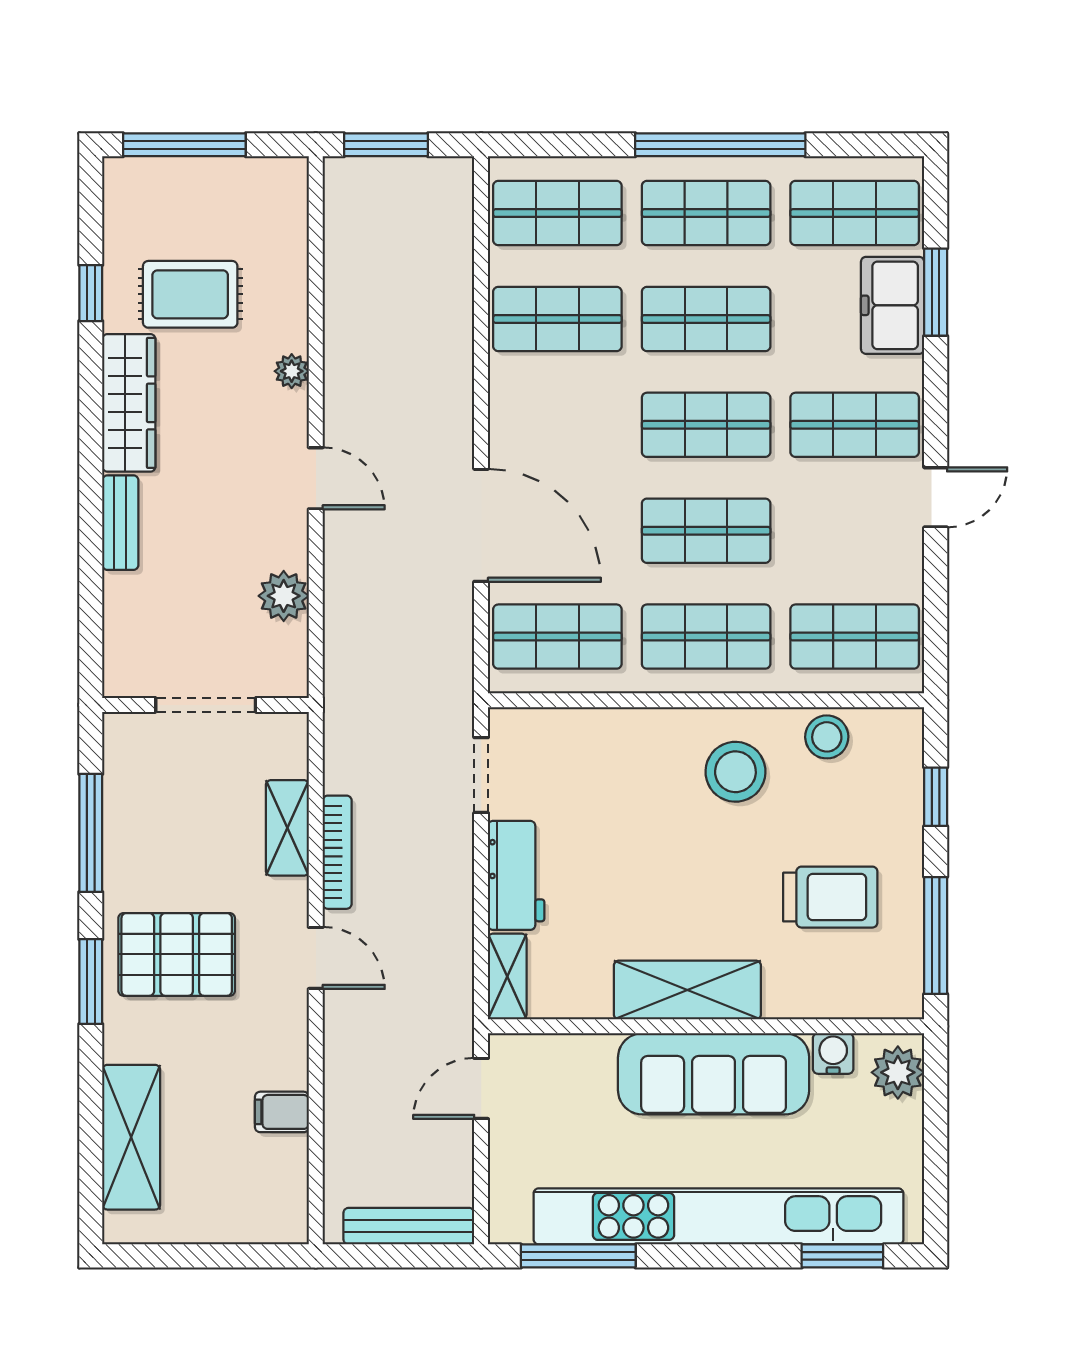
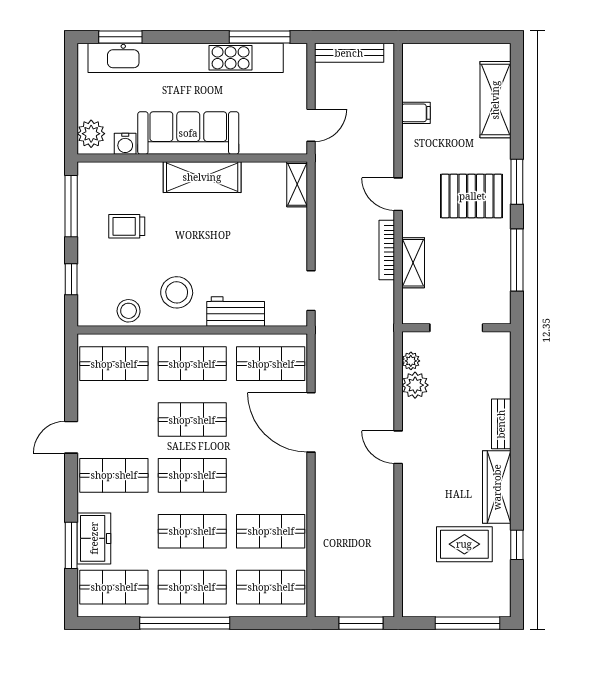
plant: (292, 371) -> (411, 361), moved
workbench: (516, 875) -> (236, 312), moved, turned 90
trolley: (830, 897) -> (127, 226), width x0.73, depth x0.72

